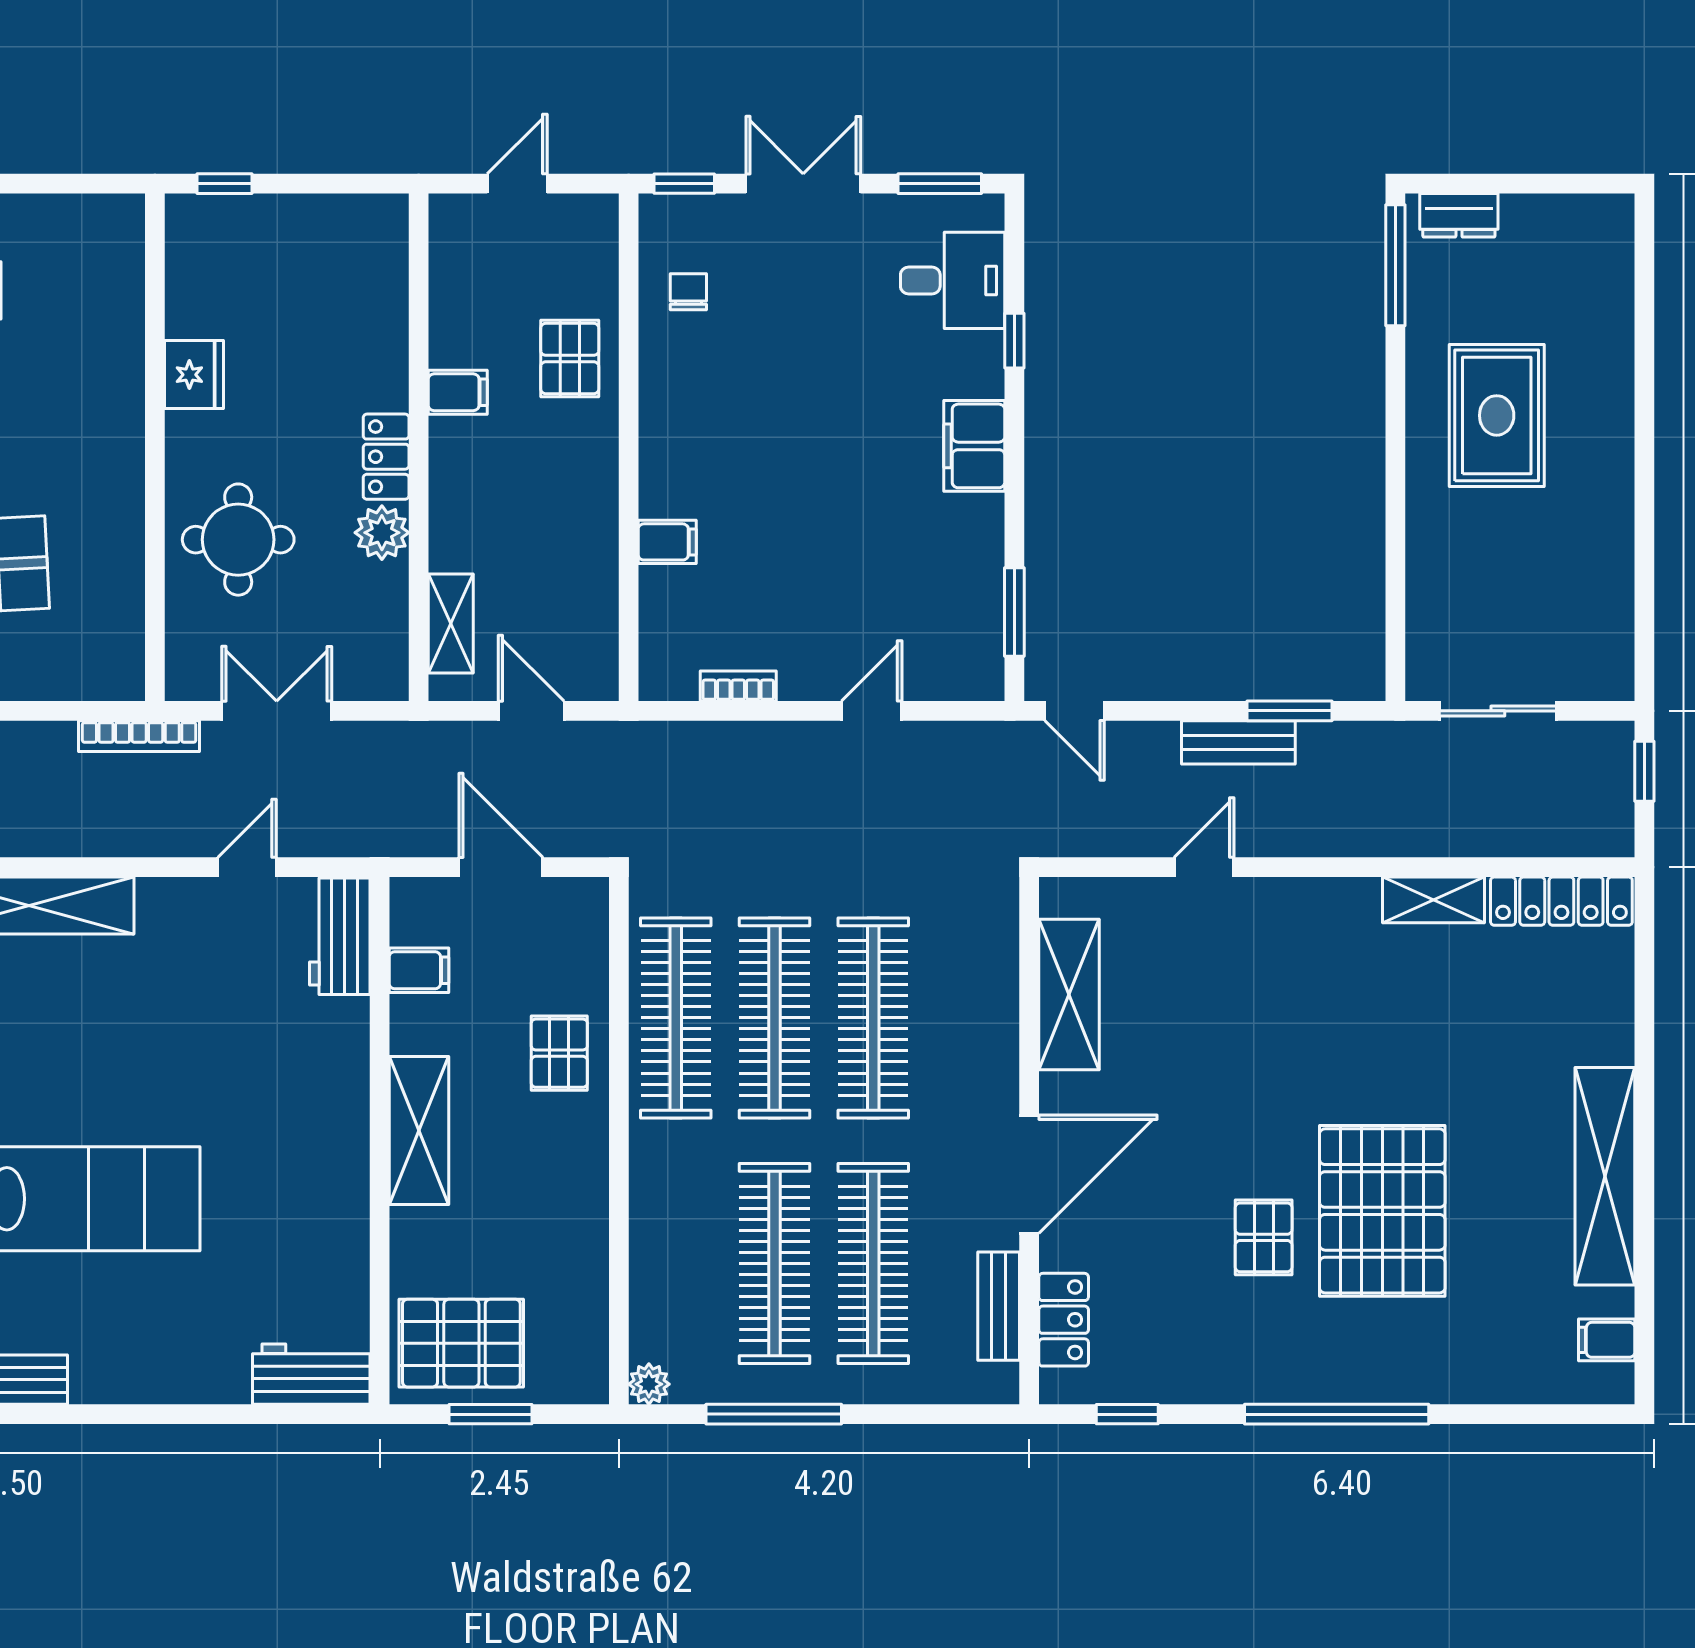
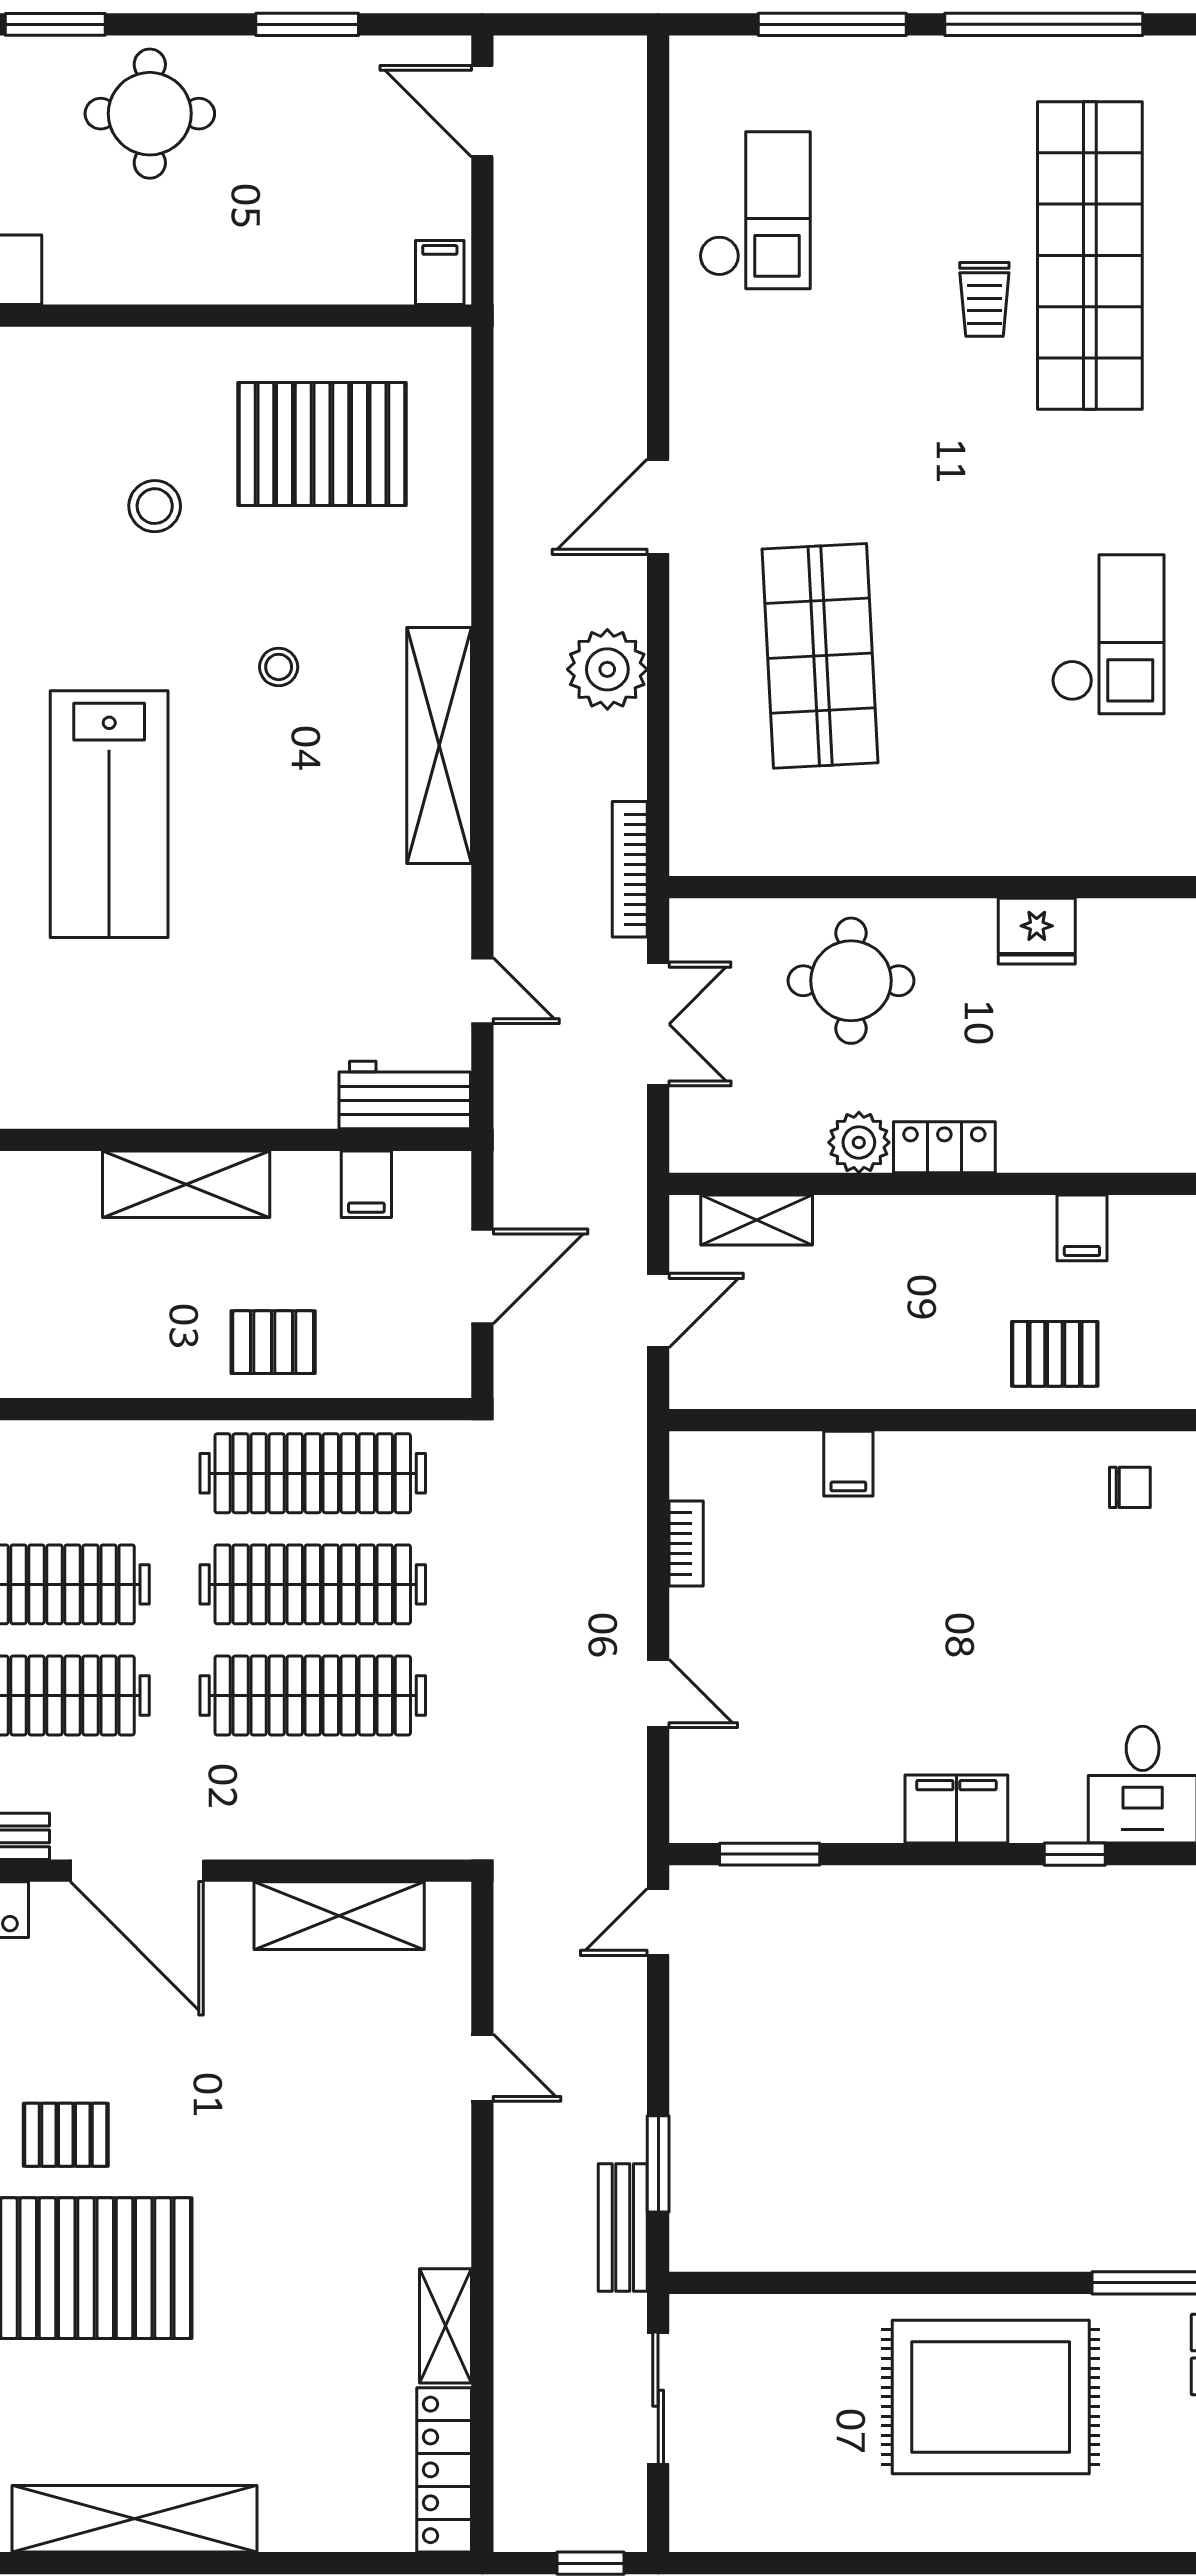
filing cabinet: (458, 392) -> (1082, 1228), moved
rug: (1497, 415) -> (991, 2397), width x1.37, depth x1.44
bench: (1238, 742) -> (623, 2228), moved

